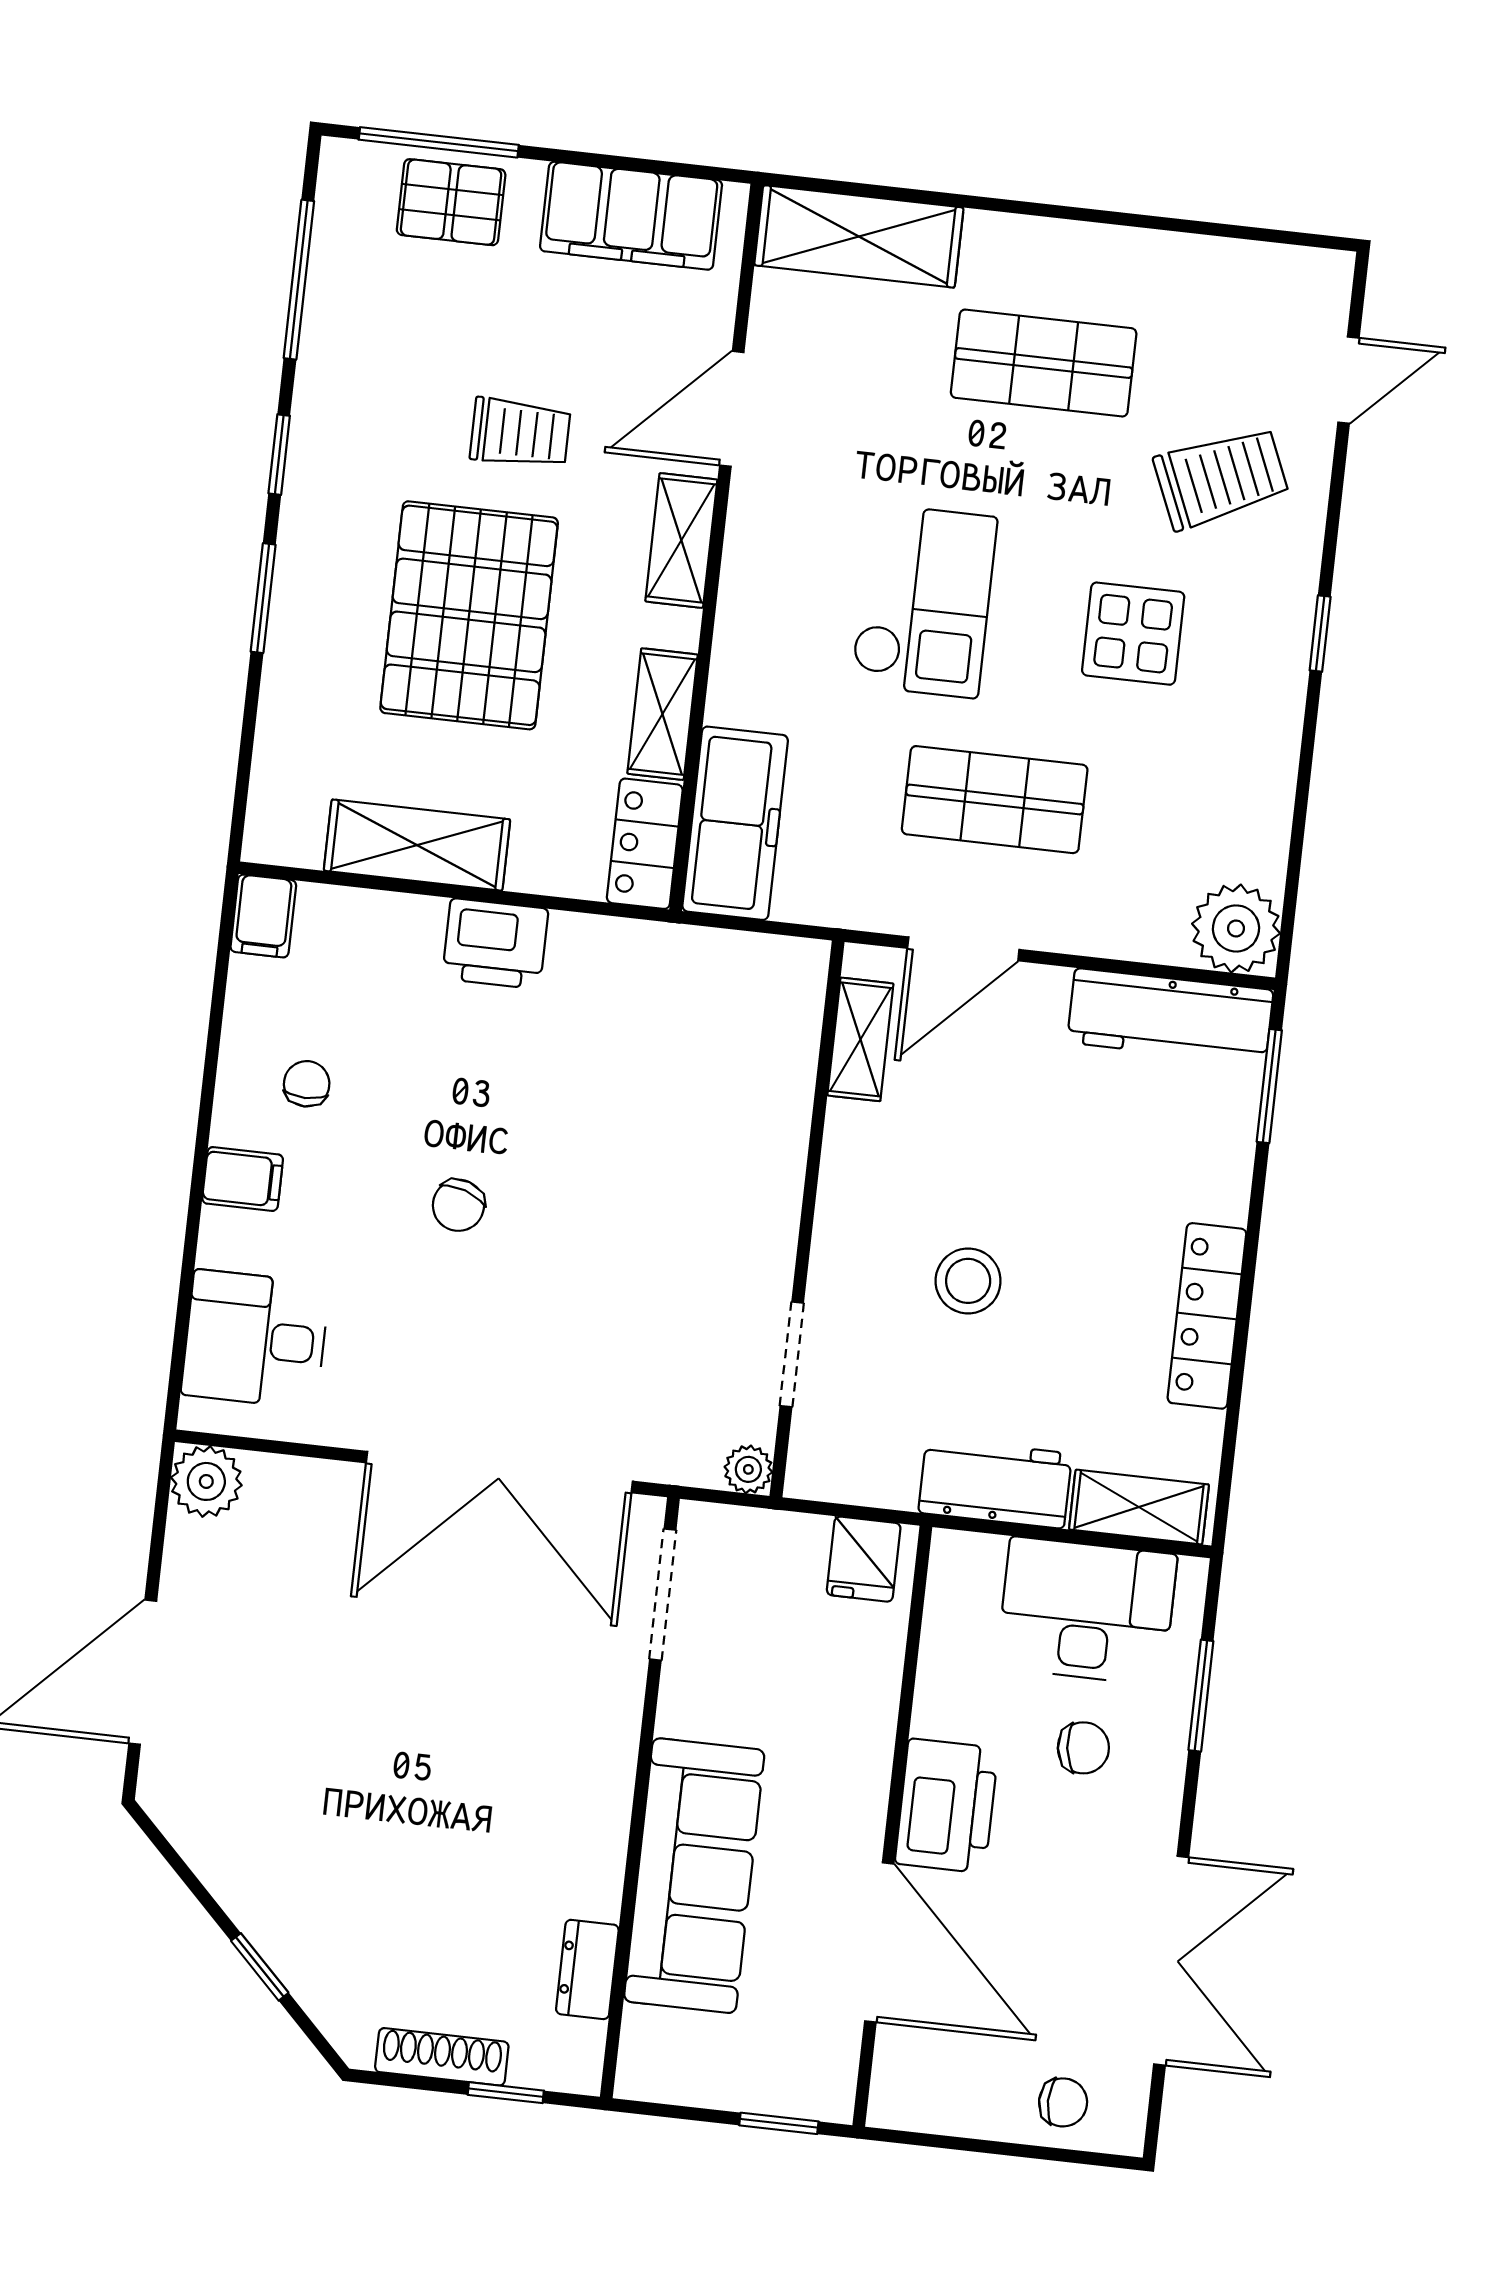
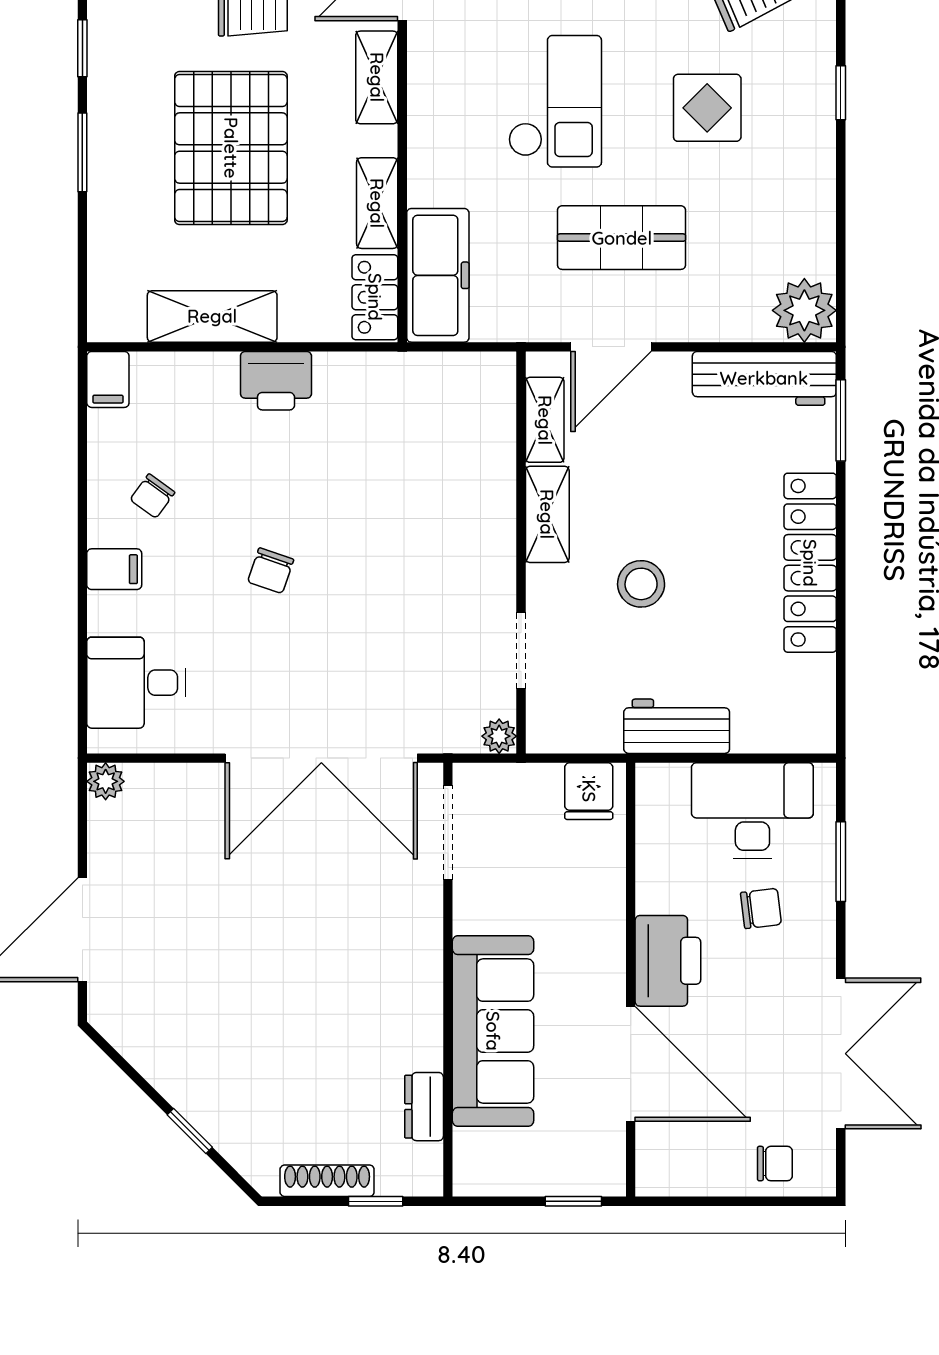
chair: (307, 1084) -> (152, 496), turned -144
locker: (1207, 1316) -> (810, 563), width x1.41, depth x1.21
plant: (206, 1481) -> (106, 781), width x0.73, depth x0.73
shelving: (1139, 1507) -> (547, 514), moved, turned 90

